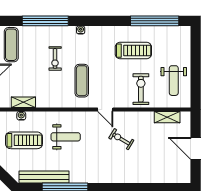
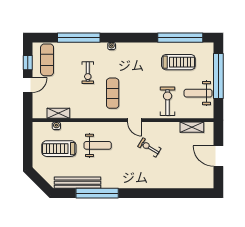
treadmill: (133, 51) -> (178, 62), moved
window: (196, 62) -> (218, 76), added
weight bench: (174, 81) -> (198, 93), turned 90
treadmill: (24, 140) -> (59, 149), turned 180

